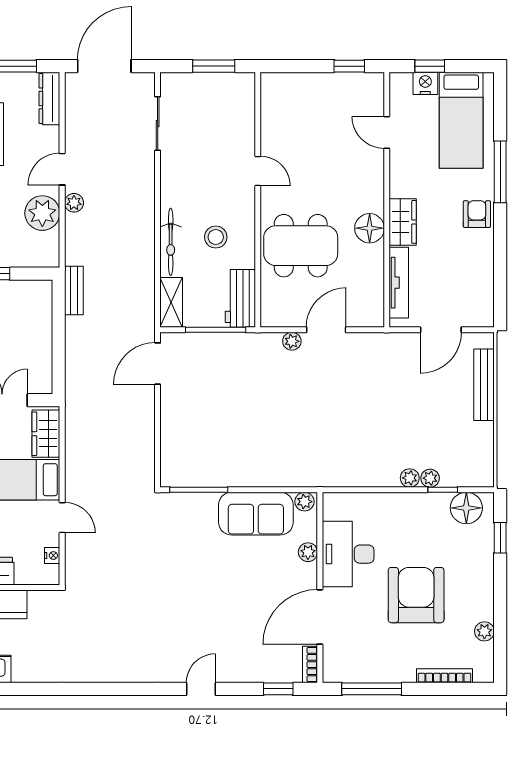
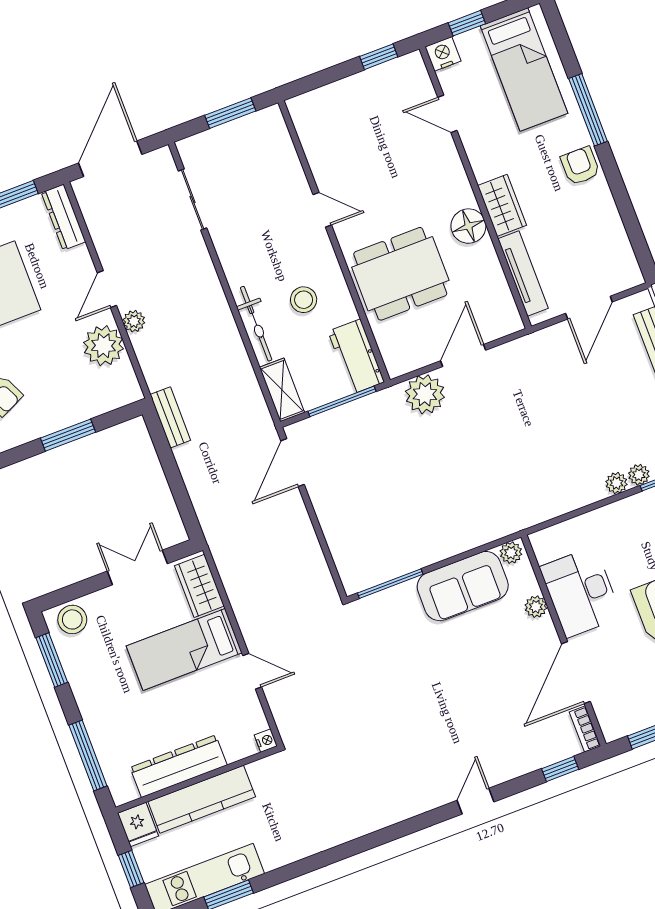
nightstand: (425, 83) -> (443, 54), moved
plant: (292, 341) -> (425, 394), width x1.87, depth x1.87
nightstand: (52, 556) -> (266, 741), moved

